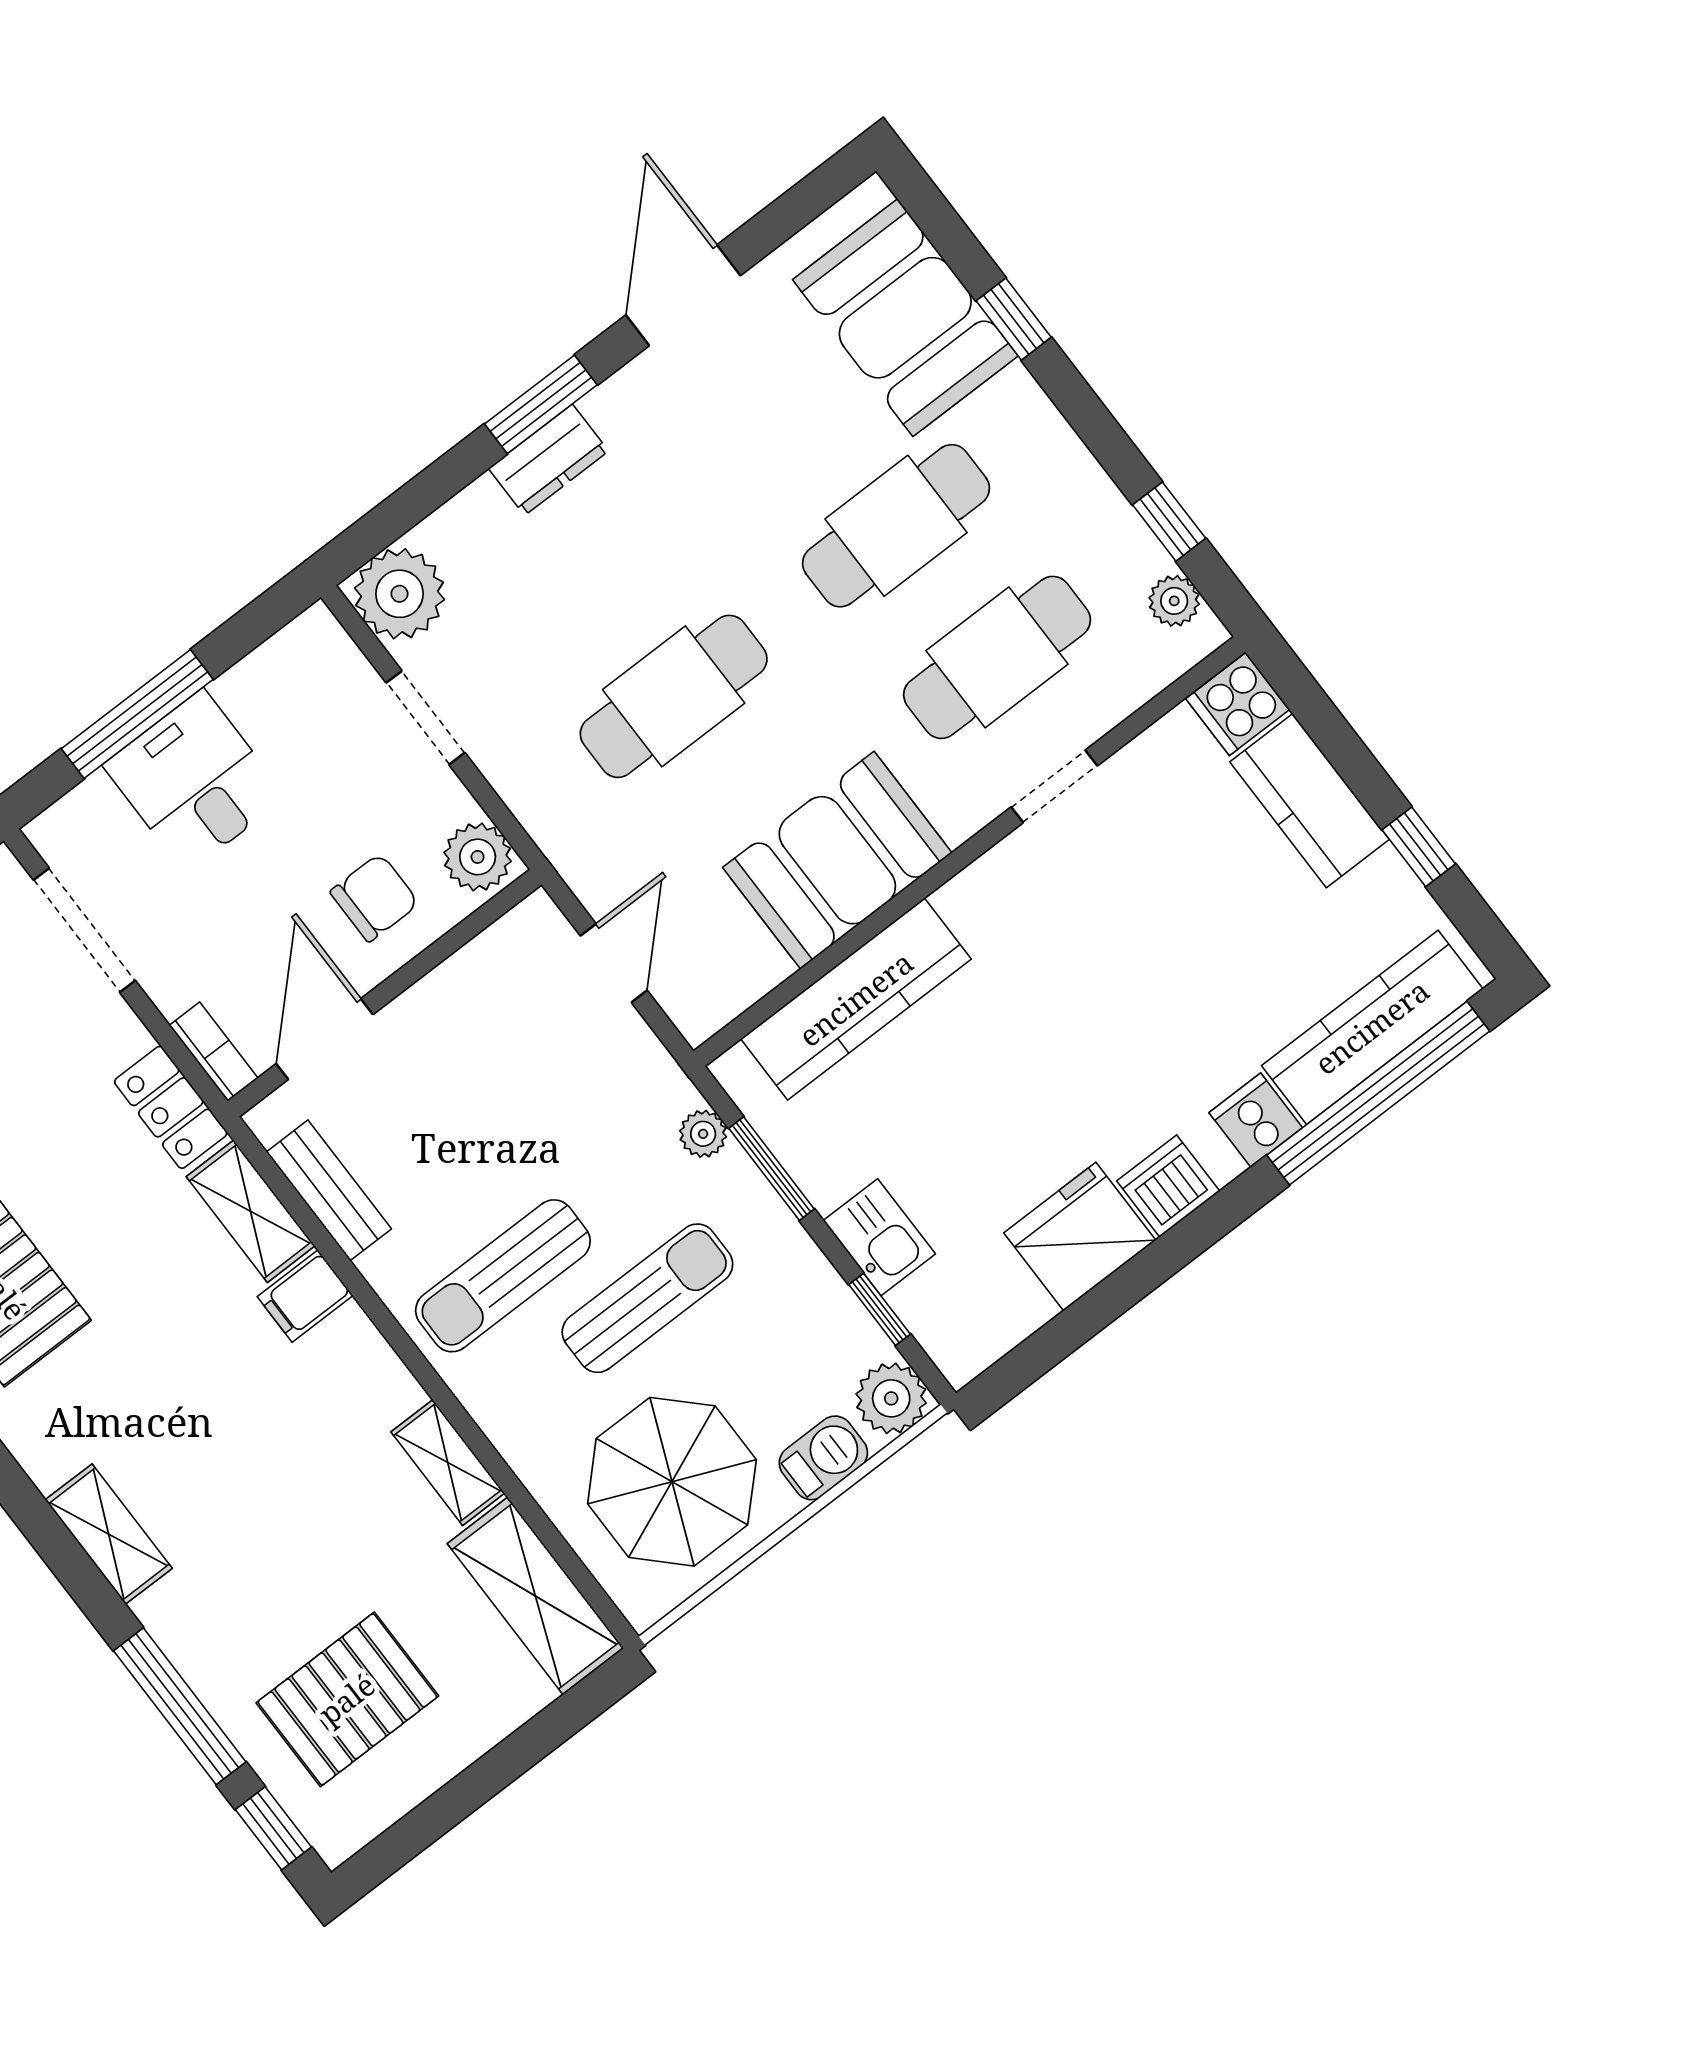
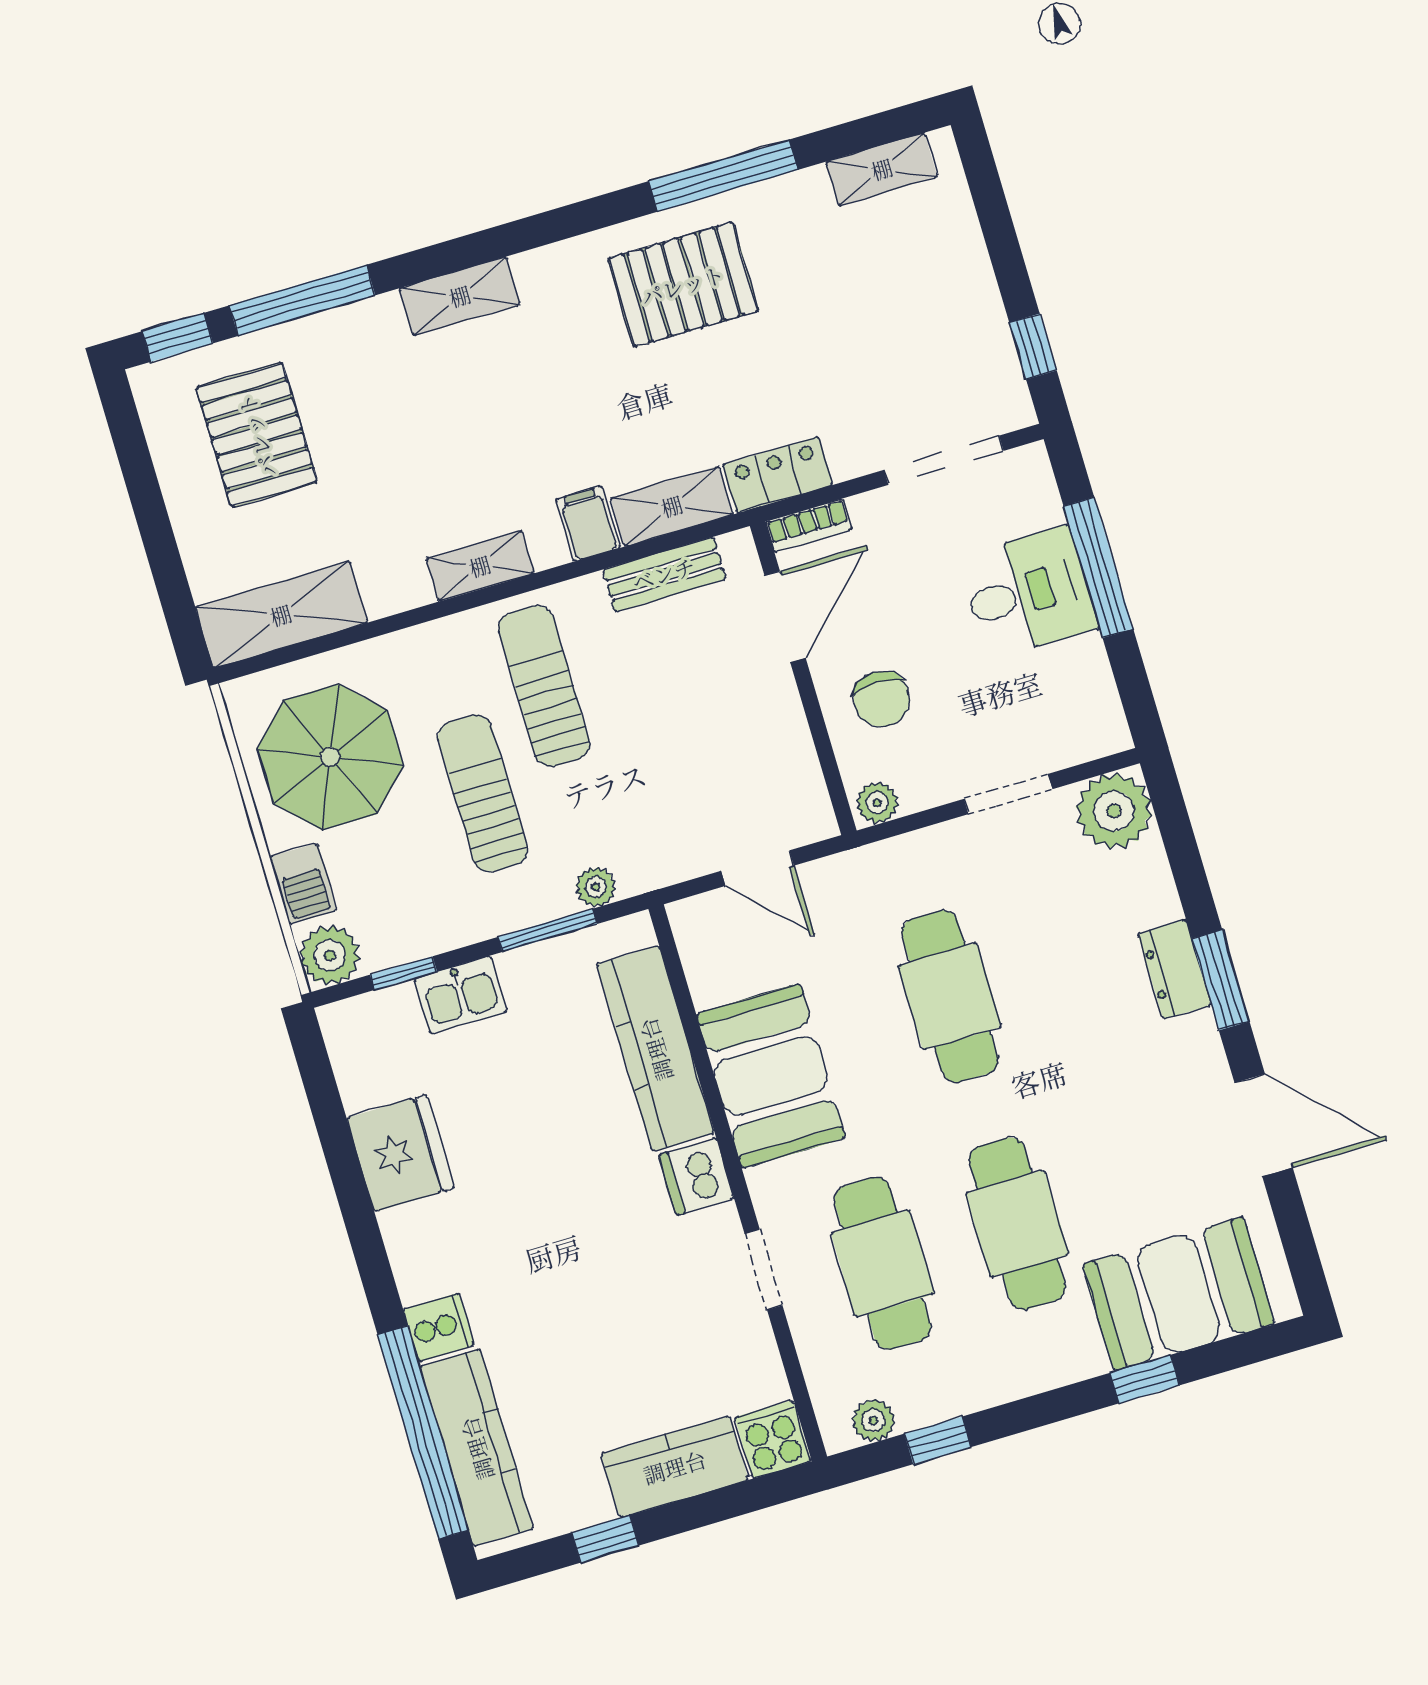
plant: (478, 857) -> (877, 803), width x0.73, depth x0.73
door: (325, 1039) -> (785, 617), hinge flipped
dishwasher: (1168, 1186) -> (696, 1176), moved, turned 180
sun lounger: (647, 1298) -> (483, 793), turned 180
shelving: (448, 1463) -> (480, 566), moved

